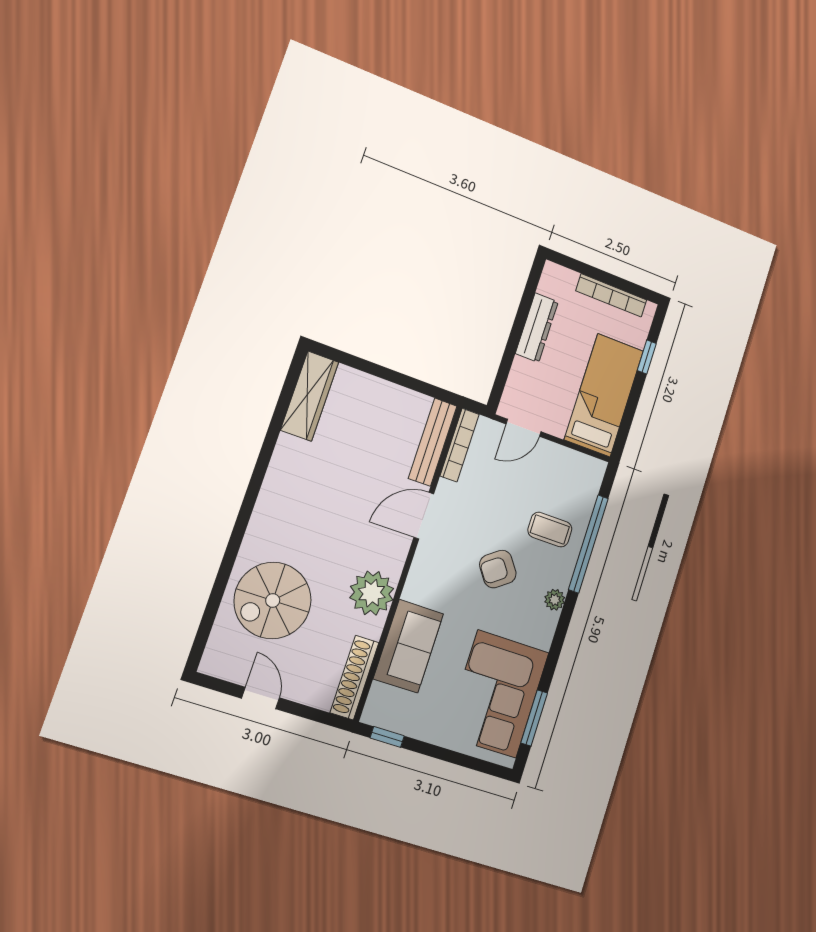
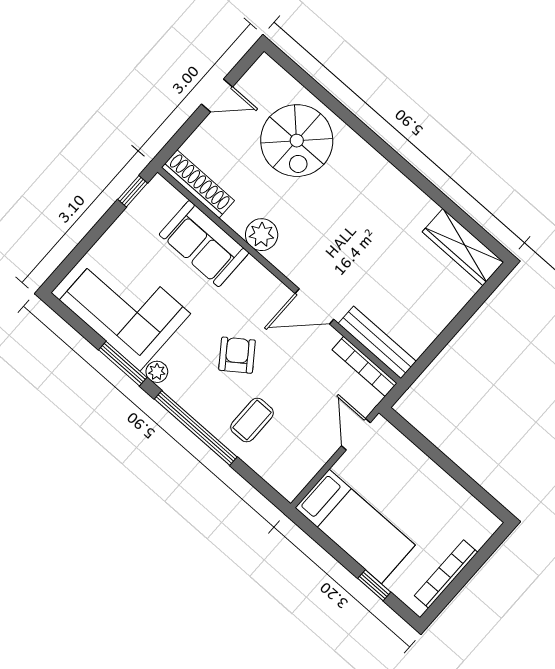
dresser: (537, 328) -> (444, 486), removed
door: (424, 516) -> (314, 306), swing flipped
window: (588, 544) -> (196, 428), moved
plant: (372, 593) -> (262, 235), width x0.73, depth x0.73
spiral stairs: (273, 600) -> (297, 141), turned 180
plant: (555, 600) -> (157, 372), moved
window: (534, 718) -> (123, 364), moved

